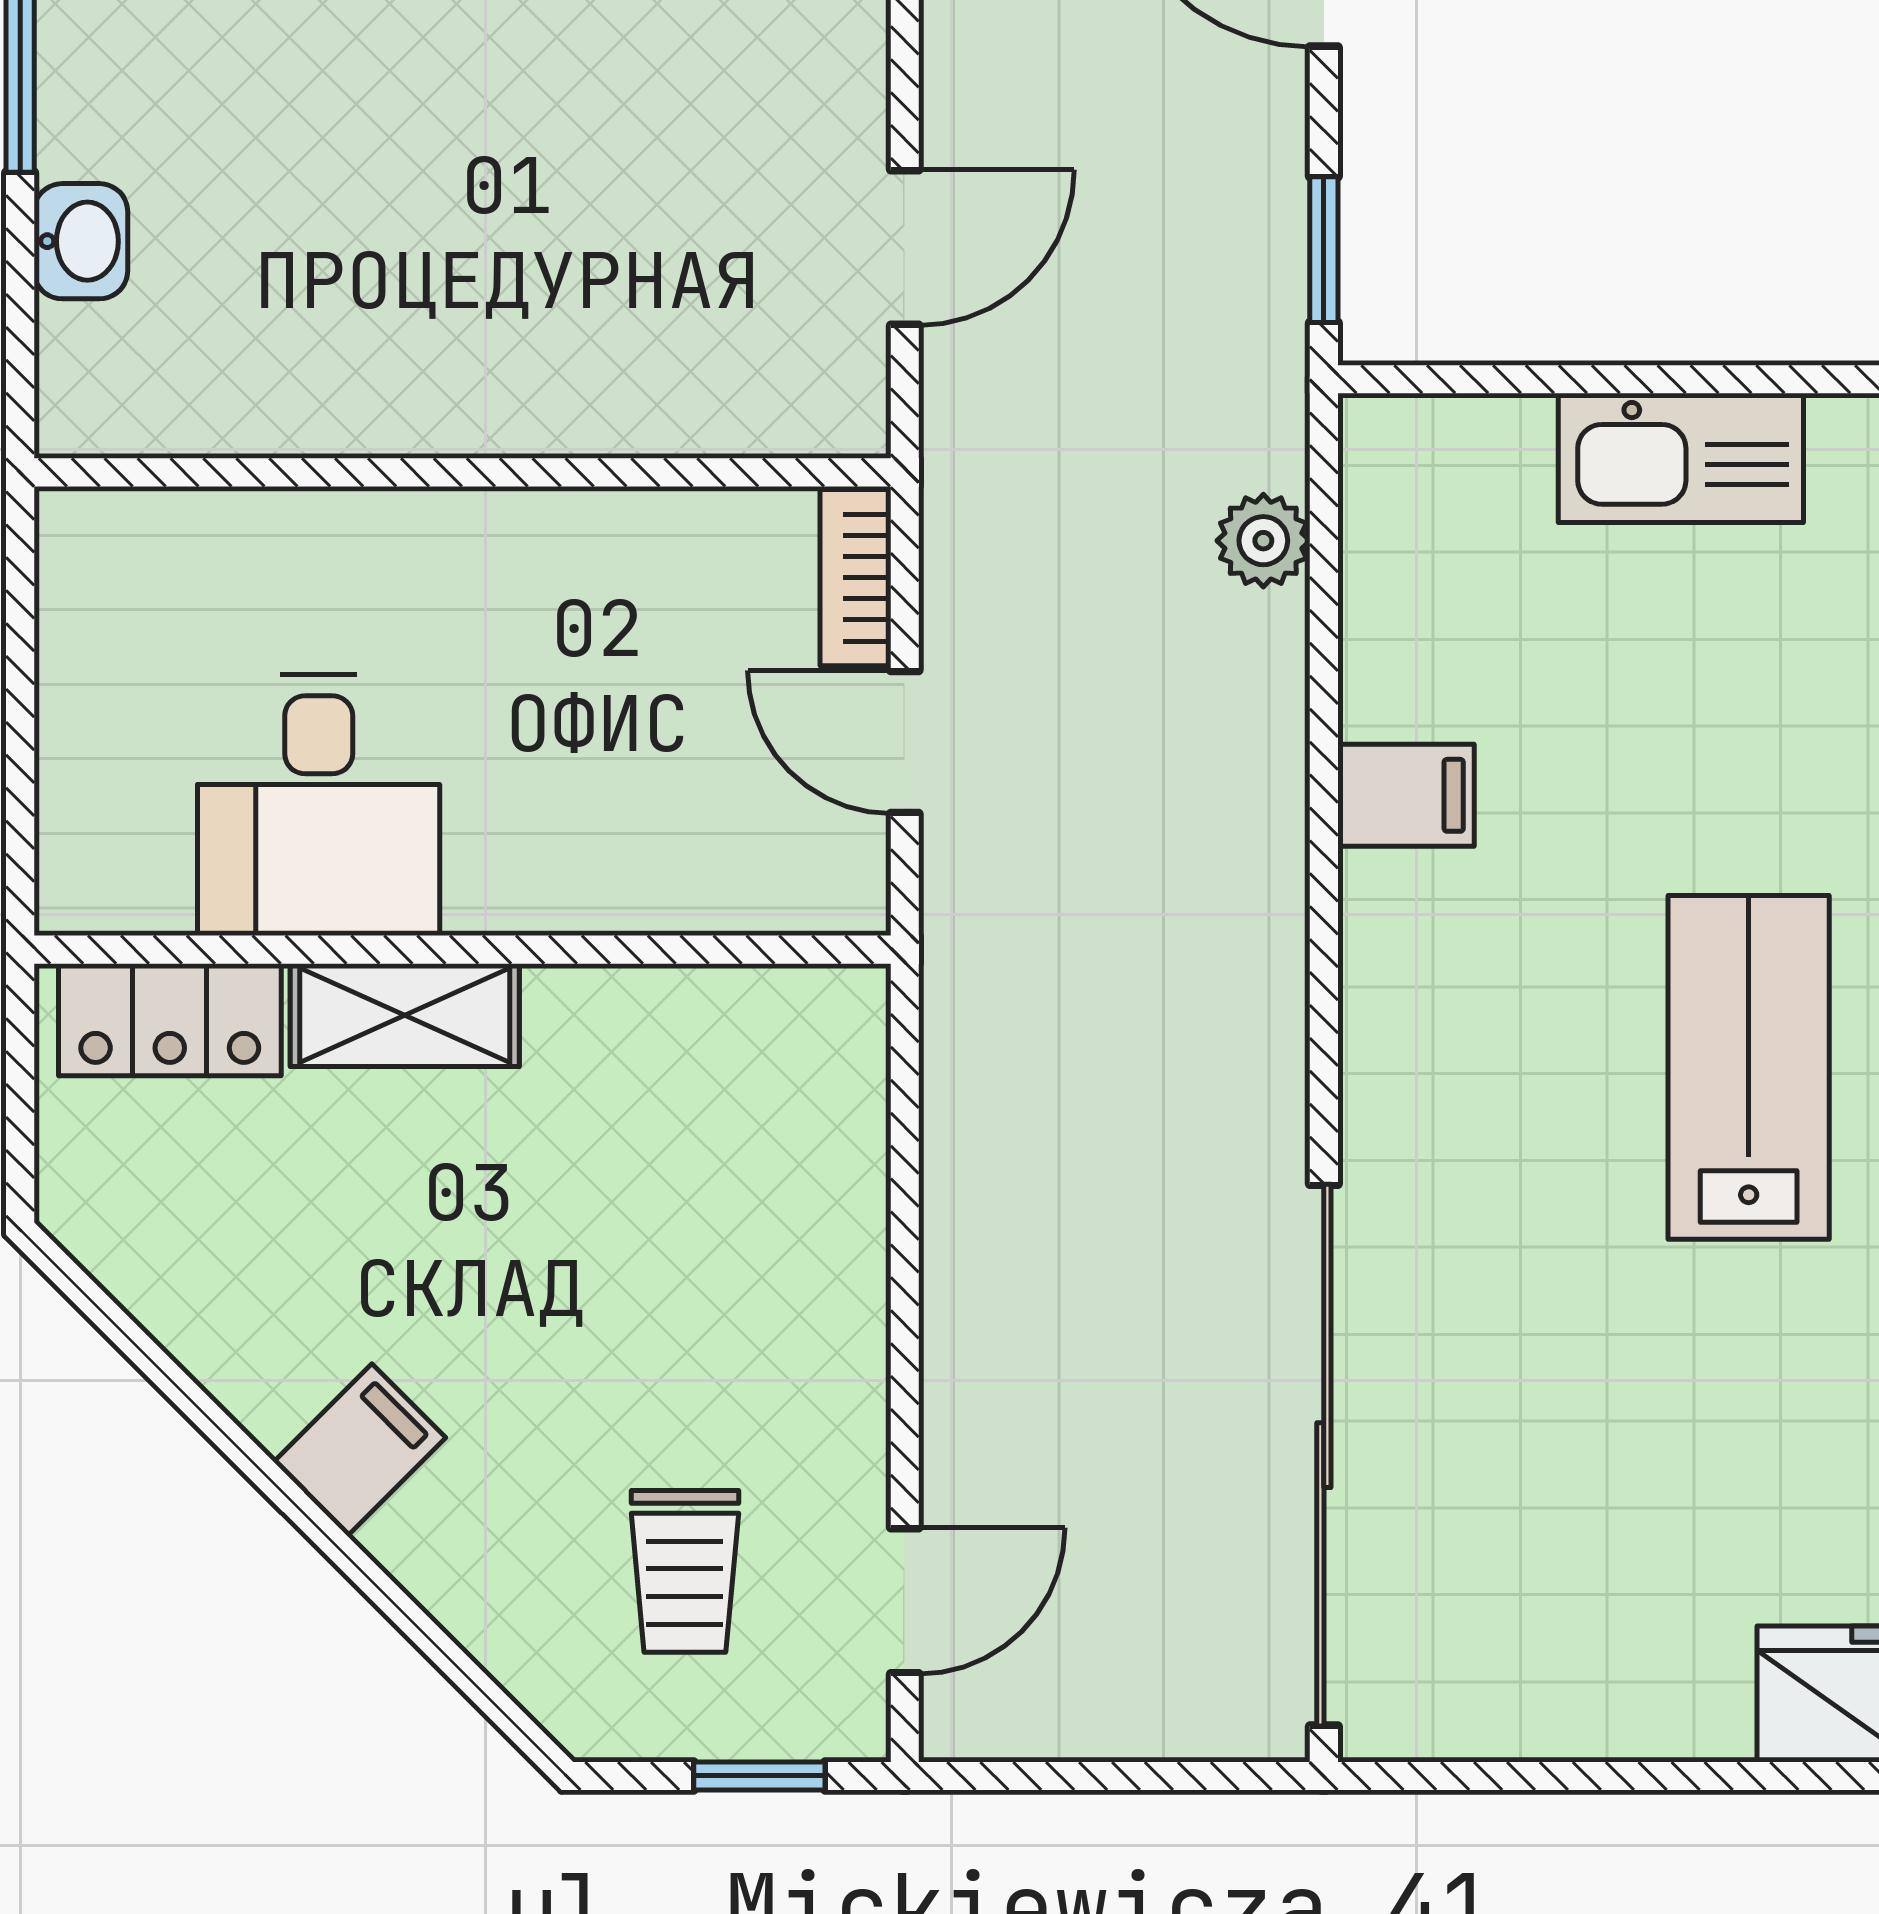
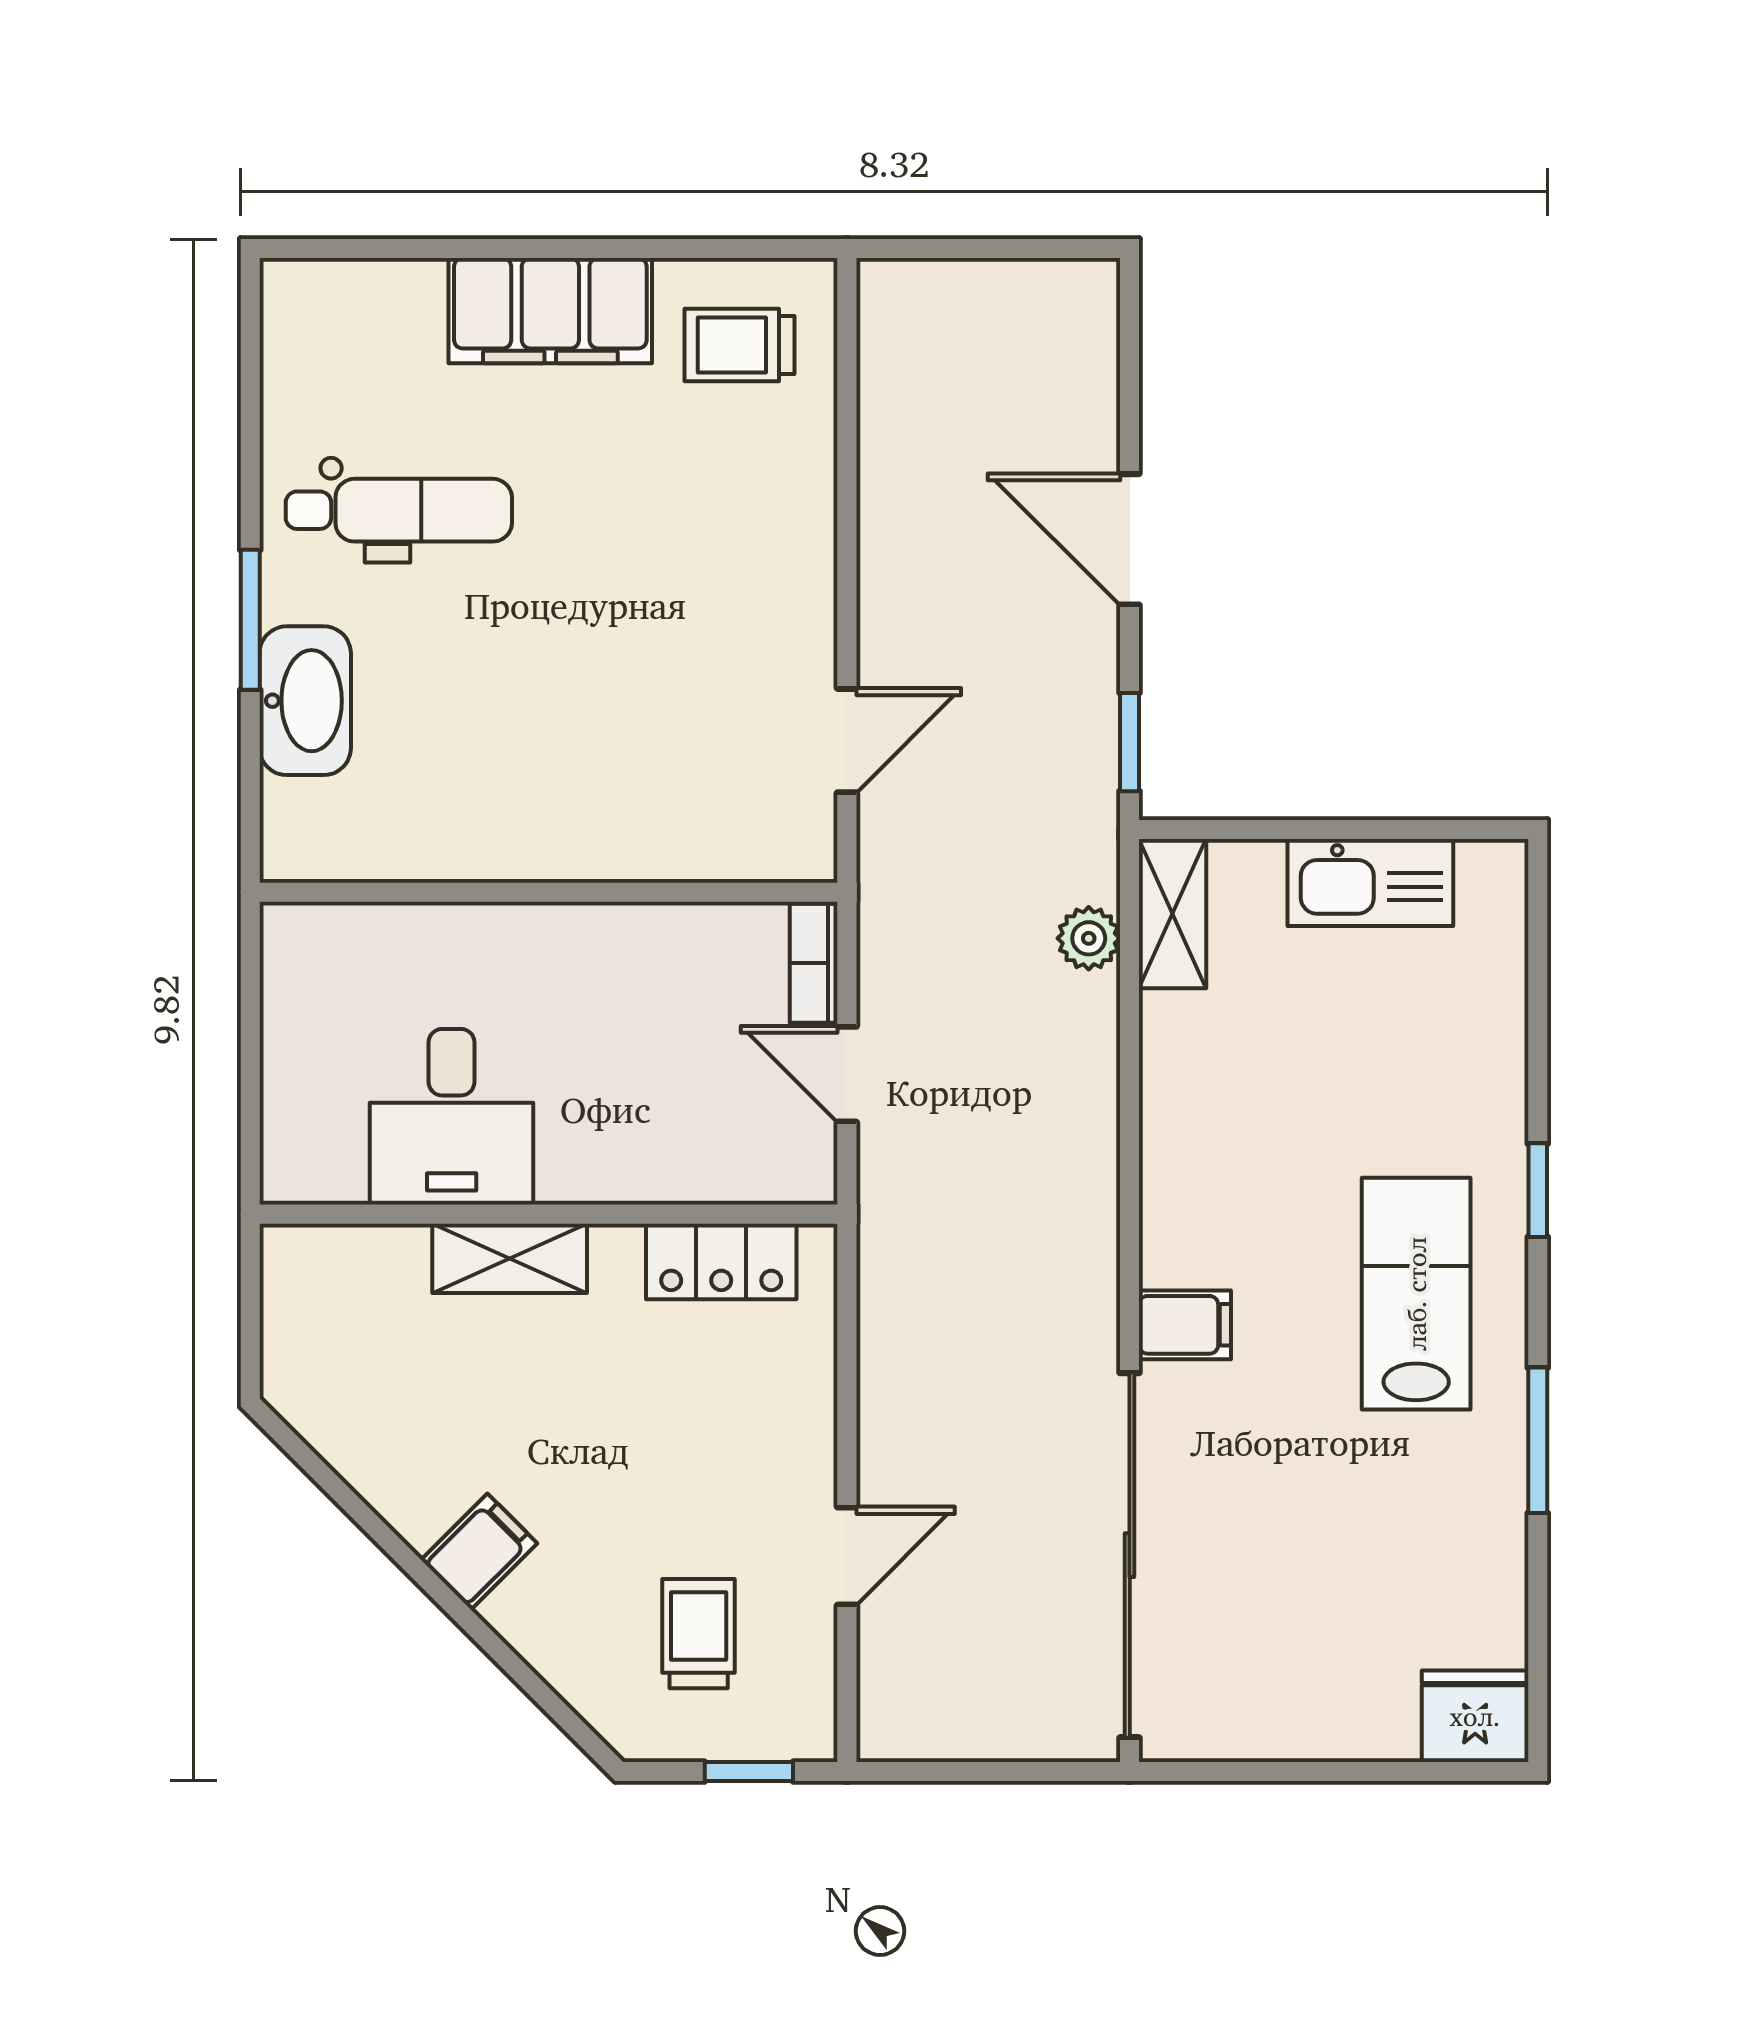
washbasin: (81, 241) -> (305, 701), width x1.91, depth x1.45
shelving: (1388, 504) -> (1173, 914), added
filing cabinet: (1406, 795) -> (1185, 1325), moved
locker: (170, 1020) -> (721, 1261), moved
trolley: (685, 1571) -> (699, 1634), turned 180
door: (905, 1601) -> (847, 1556), moved

